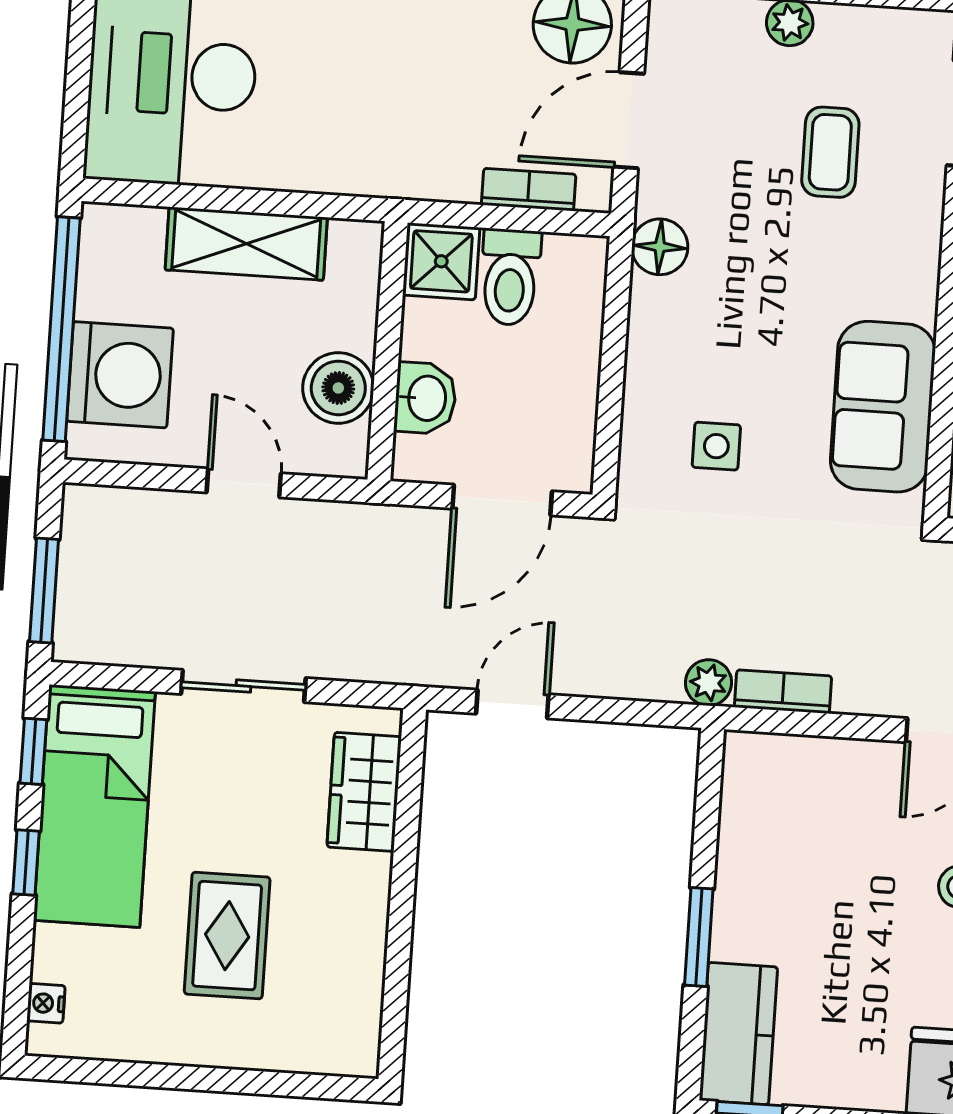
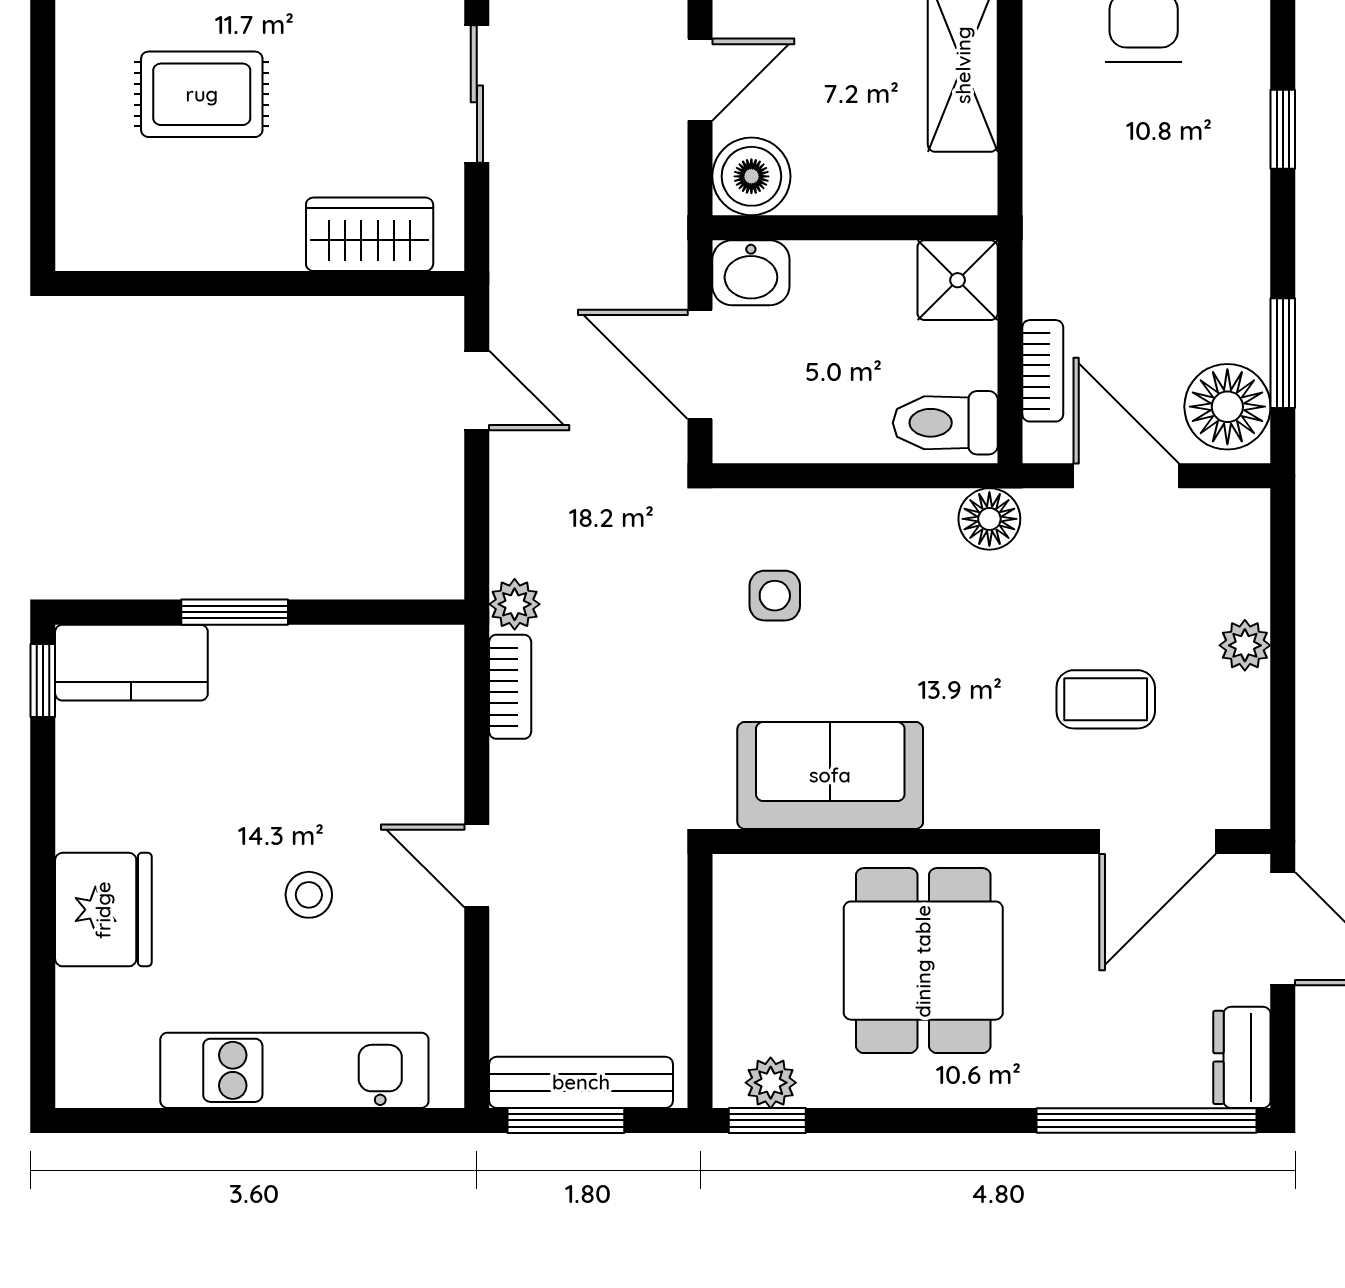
toilet: (510, 277) -> (945, 423), moved
boiler: (338, 388) -> (751, 176), moved
washbasin: (425, 398) -> (751, 273), moved

